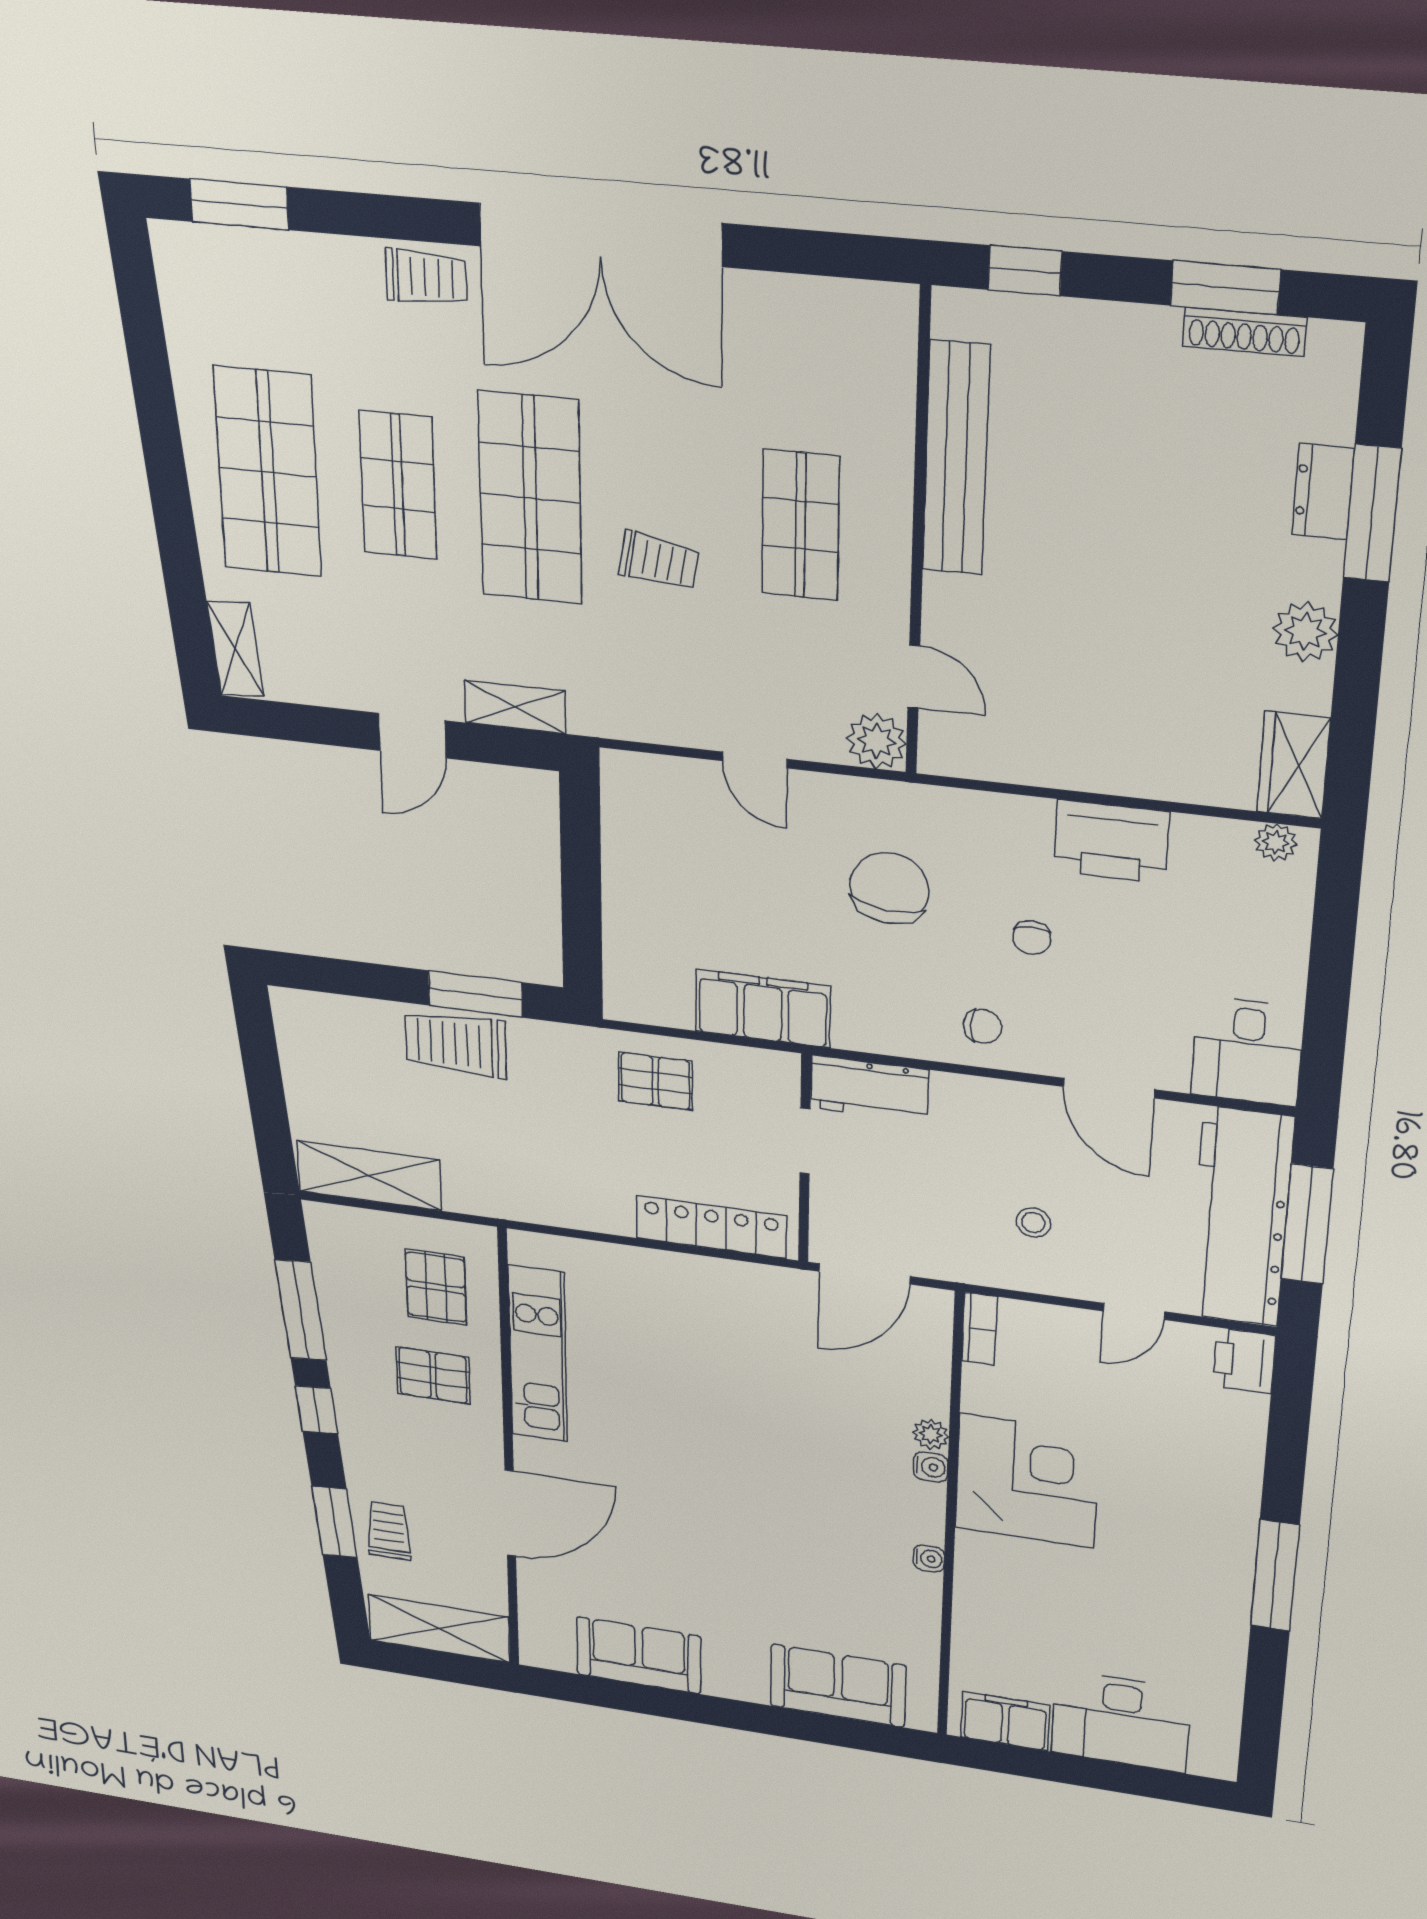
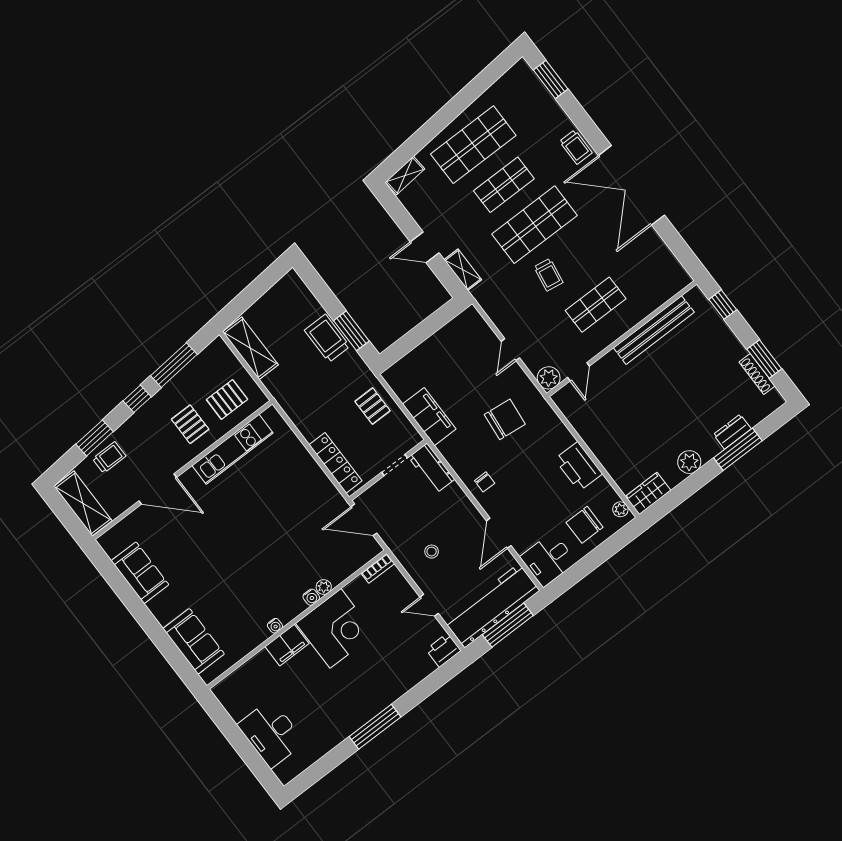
chair: (1032, 938) -> (585, 525), moved, width x1.87, depth x1.87
filing cabinet: (1005, 1721) -> (287, 645), moved, turned 90

